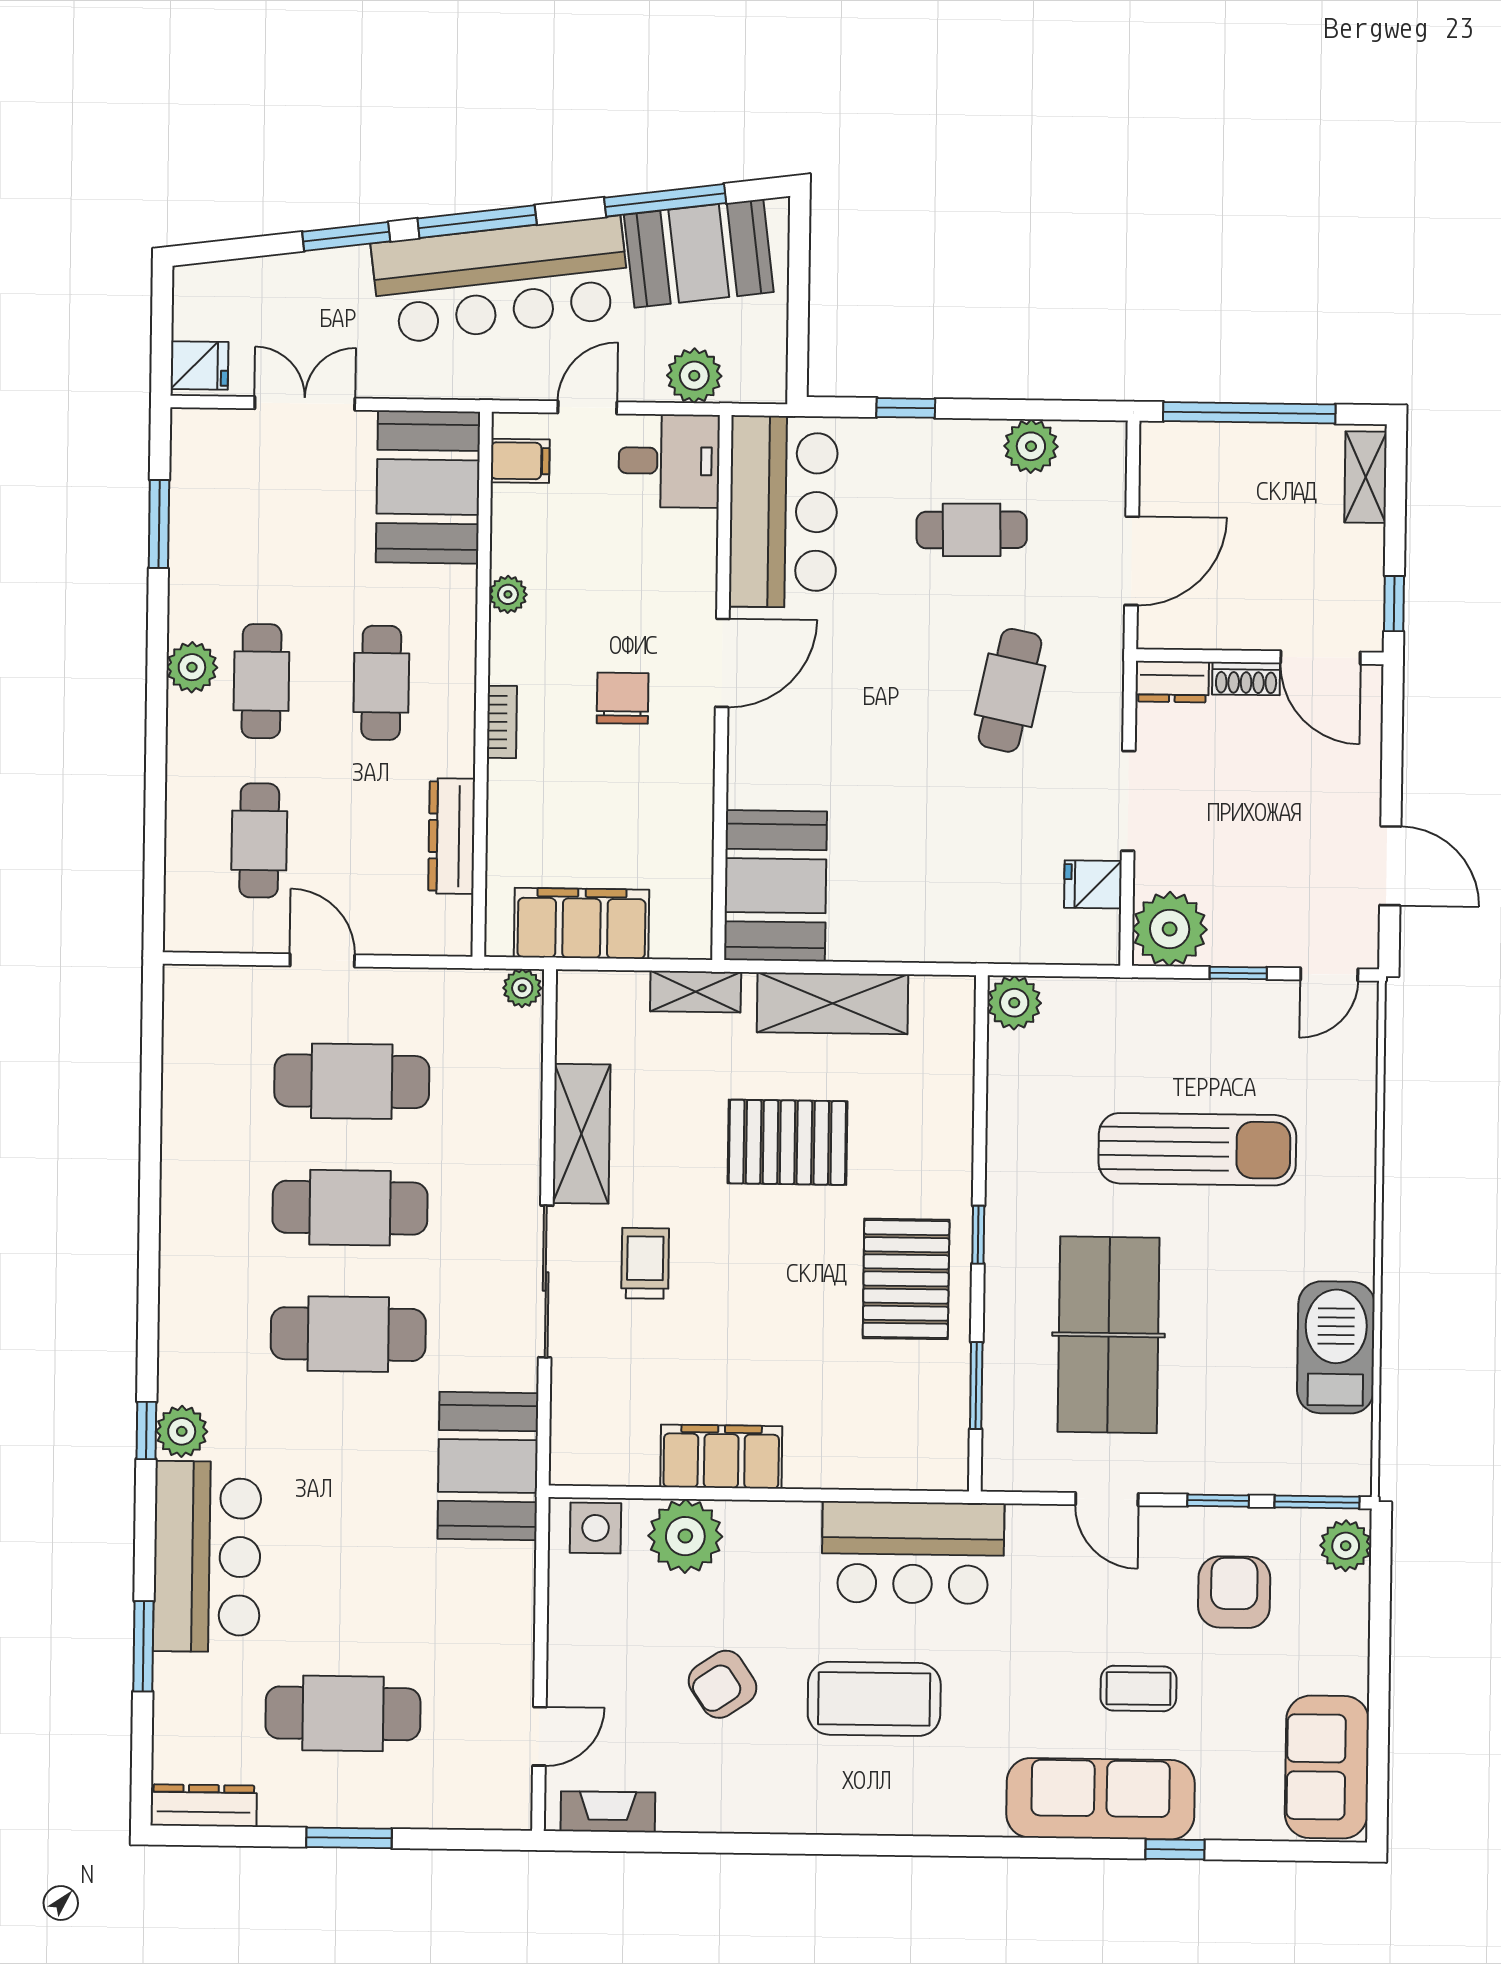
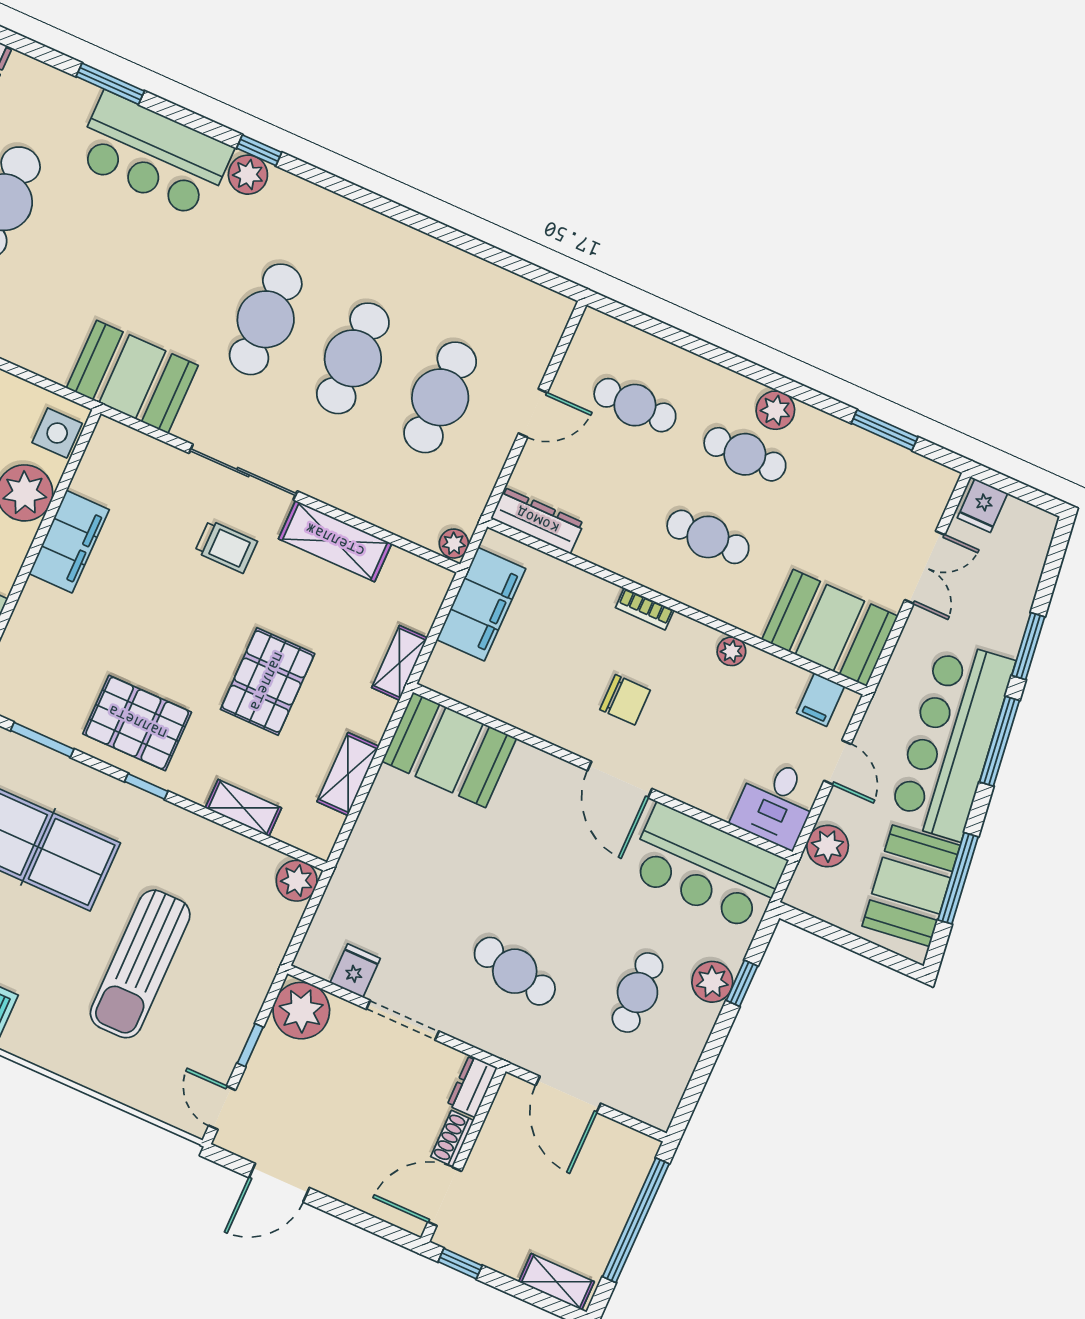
plant: (1031, 446) -> (712, 982), moved
dresser: (452, 836) -> (537, 521), moved
shelving: (833, 1003) -> (348, 774), width x0.67, depth x0.75
shelving: (954, 1106) -> (243, 808), added

